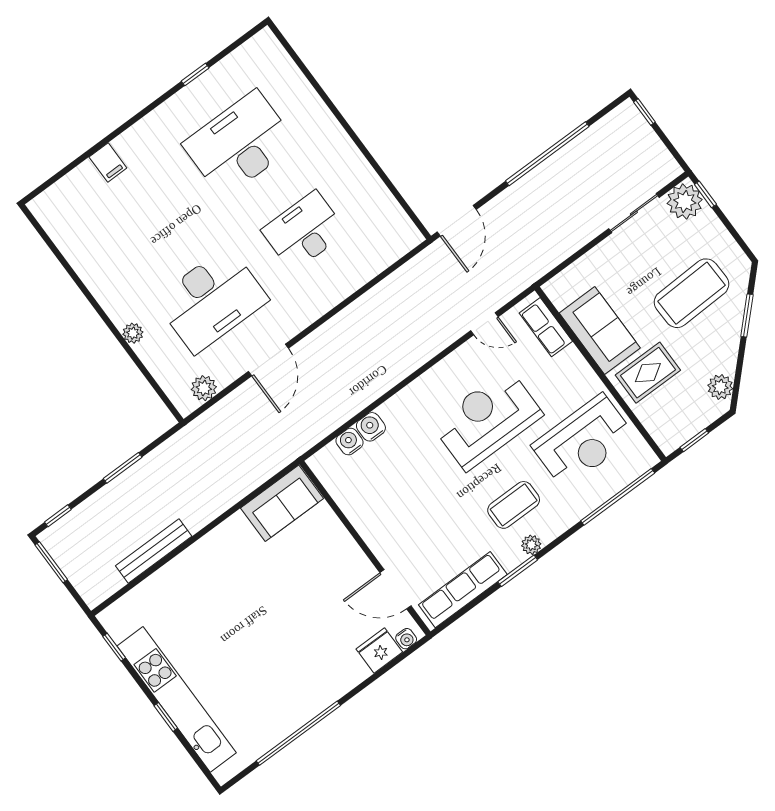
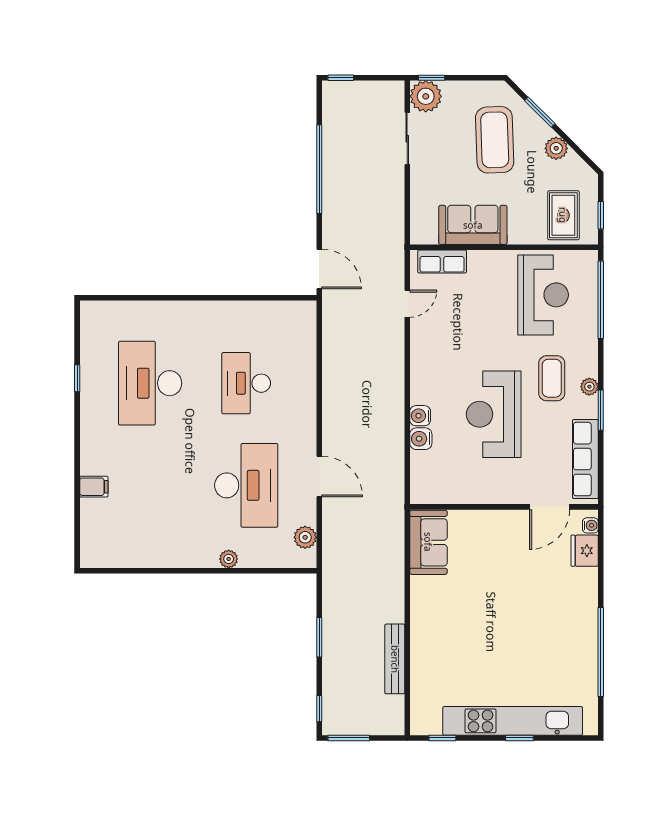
rug: (648, 373) -> (563, 215), moved
plant: (720, 387) -> (556, 148), moved
reception desk: (487, 419) -> (494, 414), moved
water cooler: (350, 442) -> (420, 416), moved

